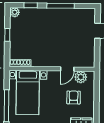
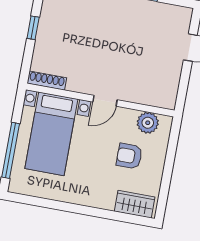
door: (67, 69) -> (105, 101), moved
armchair: (74, 97) -> (129, 156), turned -90

